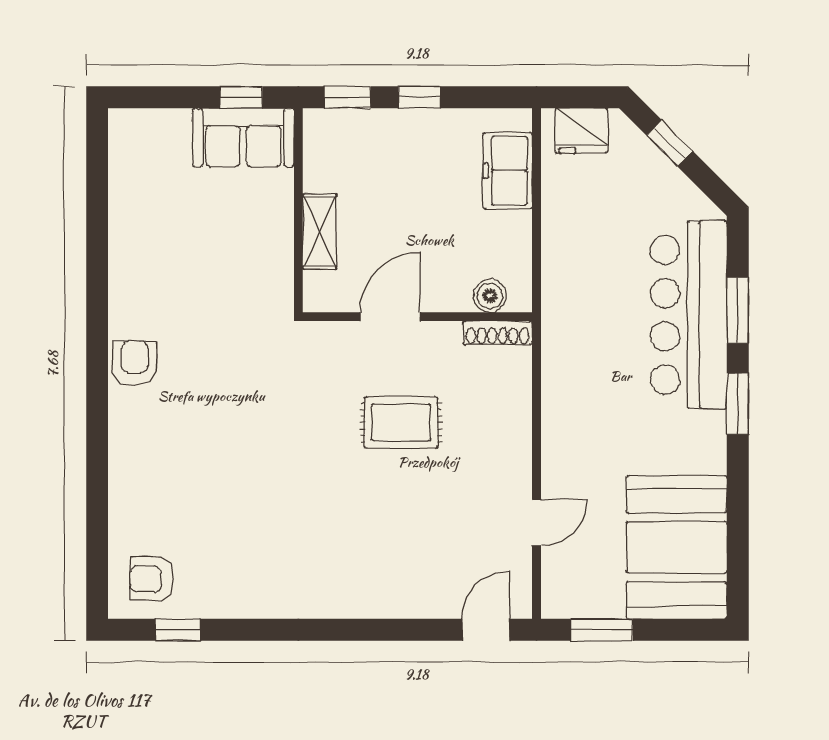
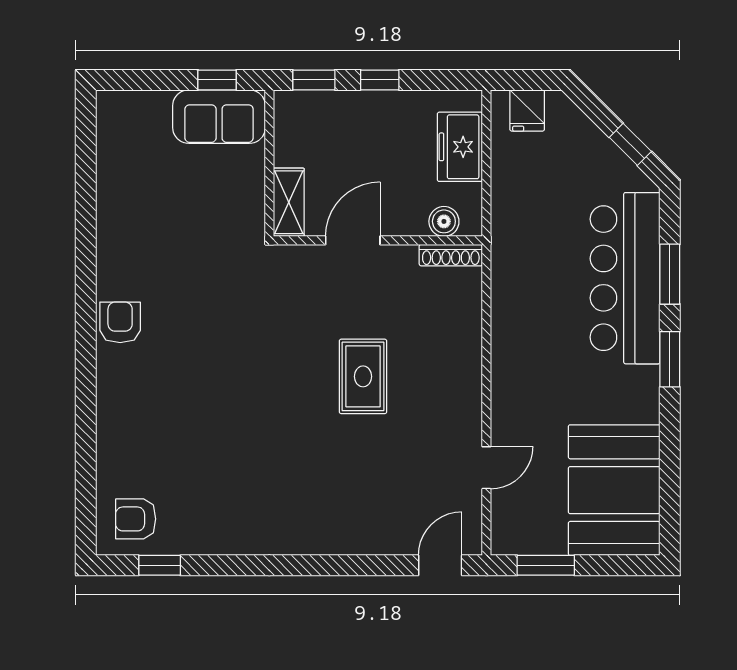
fridge: (581, 131) -> (527, 110), width x0.72
window: (670, 143) -> (630, 144), moved
boiler: (490, 296) -> (444, 221), moved
door: (390, 317) -> (353, 240), moved
wall: (417, 317) -> (378, 240), moved
shoe rack: (498, 333) -> (451, 255), moved
rug: (401, 422) -> (363, 376), turned 90

